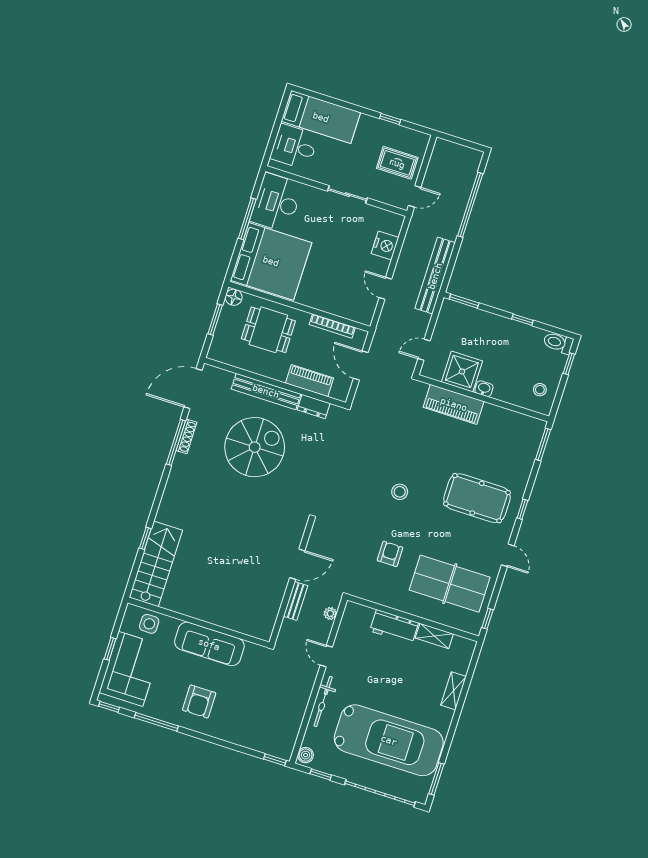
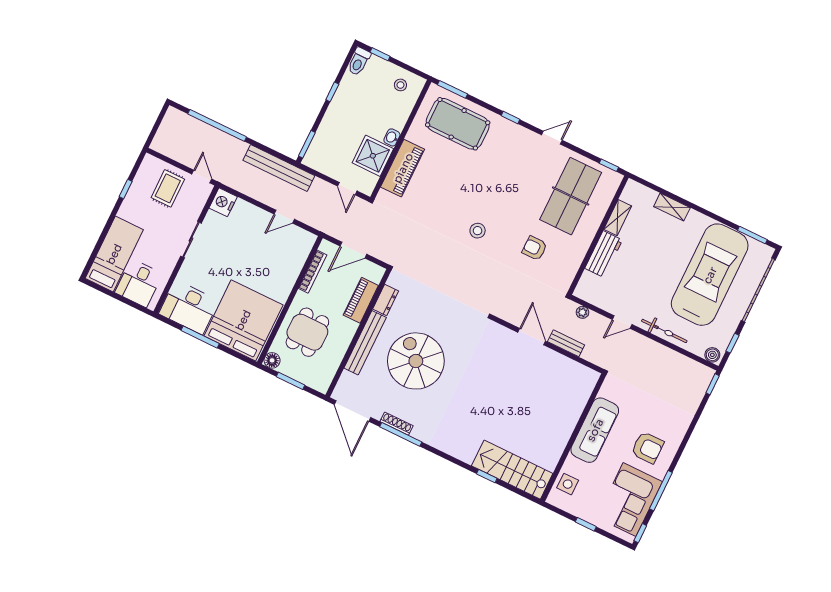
nightstand: (385, 245) -> (223, 202), moved, turned -90
pool table: (477, 498) -> (458, 124), moved, turned 90
corner sofa: (130, 669) -> (630, 500), moved, turned -90

